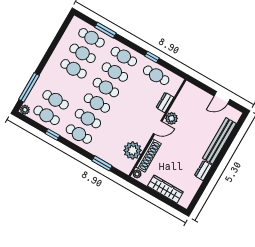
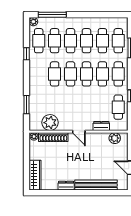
plant: (171, 118) -> (115, 138), moved
cafe table: (79, 134) -> (71, 41), moved
wardrobe: (165, 189) -> (35, 175), moved

